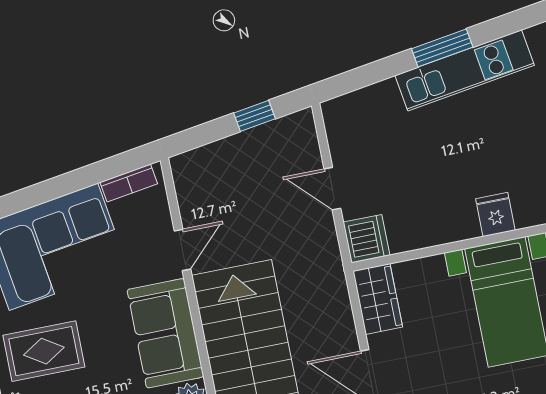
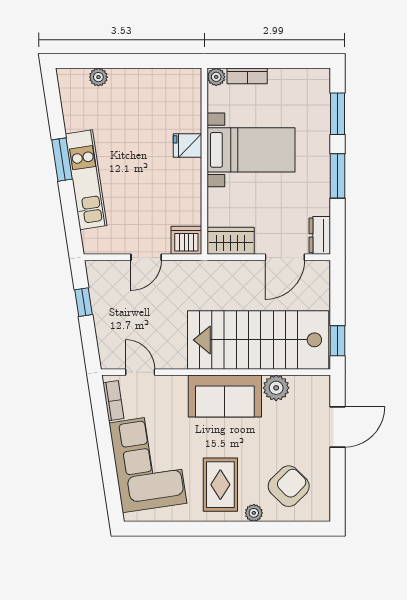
kitchen unit: (465, 70) -> (86, 180), moved
door: (182, 250) -> (140, 372), moved

